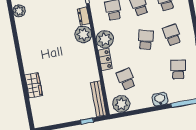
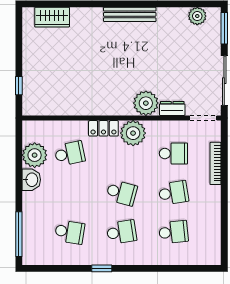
wardrobe: (33, 85) -> (52, 17), moved
bench: (99, 99) -> (130, 14), moved
washbasin: (160, 99) -> (31, 180), moved
plant: (121, 104) -> (35, 155), moved

